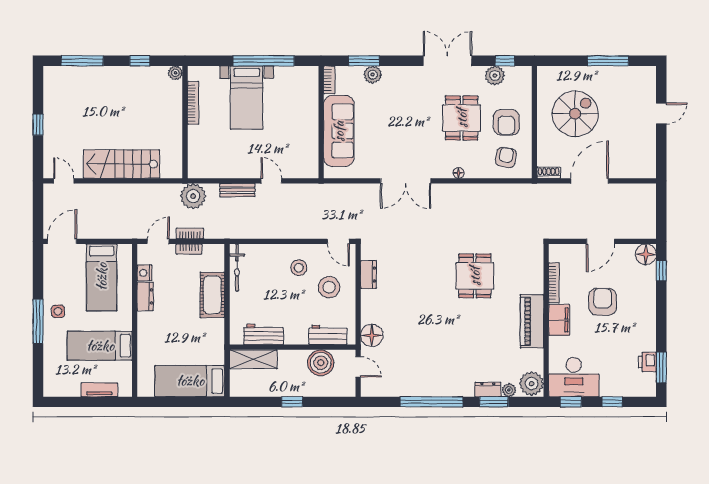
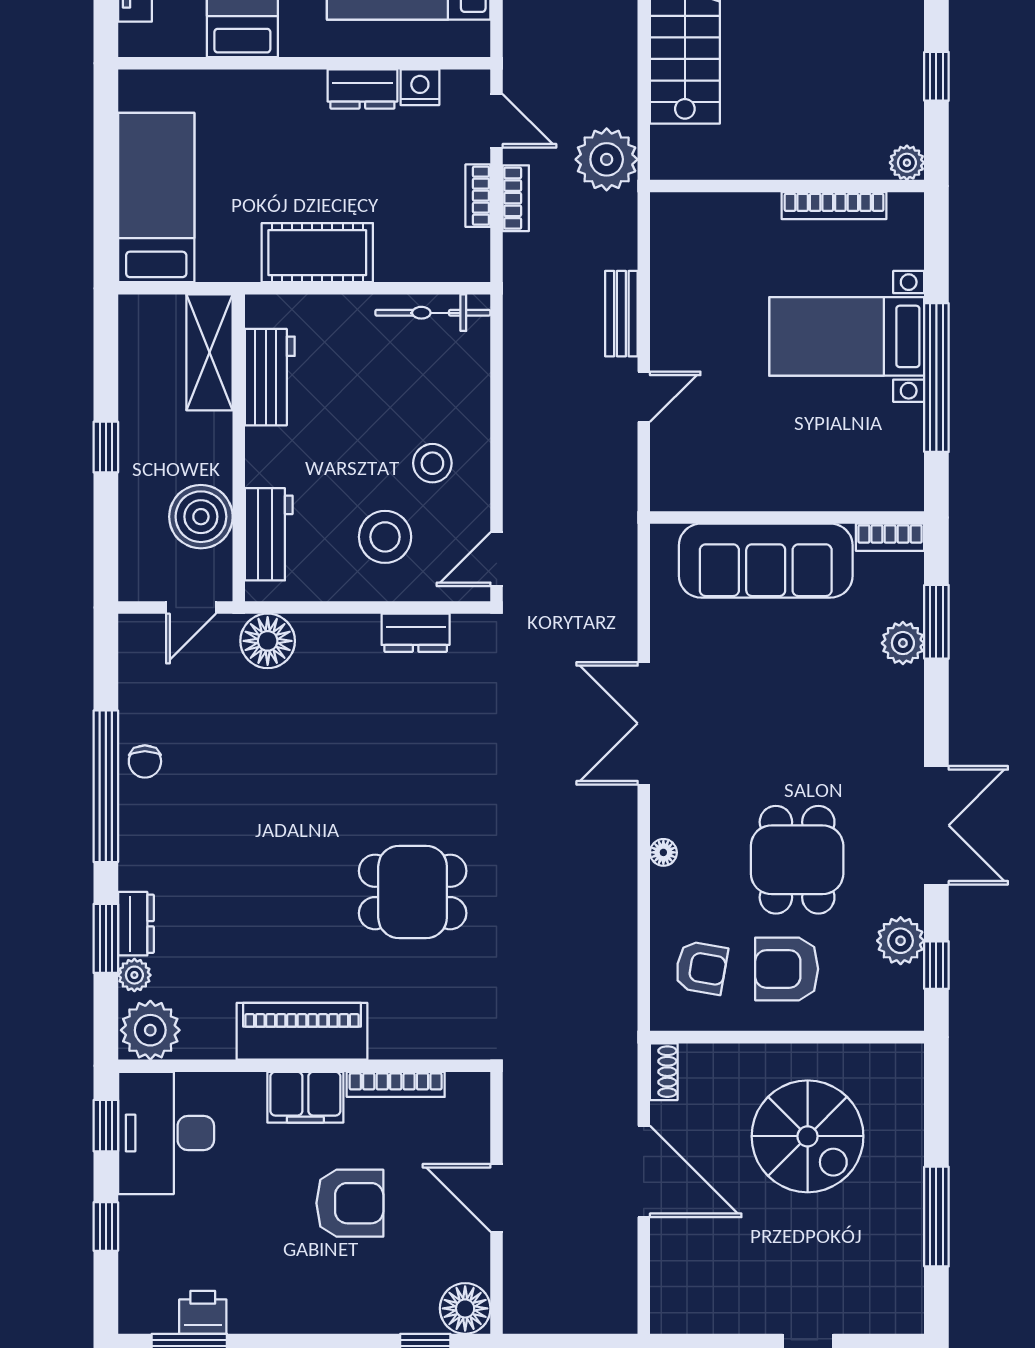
dining table: (462, 118) -> (797, 860), turned 90
plant: (193, 196) -> (607, 159), moved
cot: (212, 295) -> (317, 253), moved
chair: (421, 386) -> (145, 761), added

